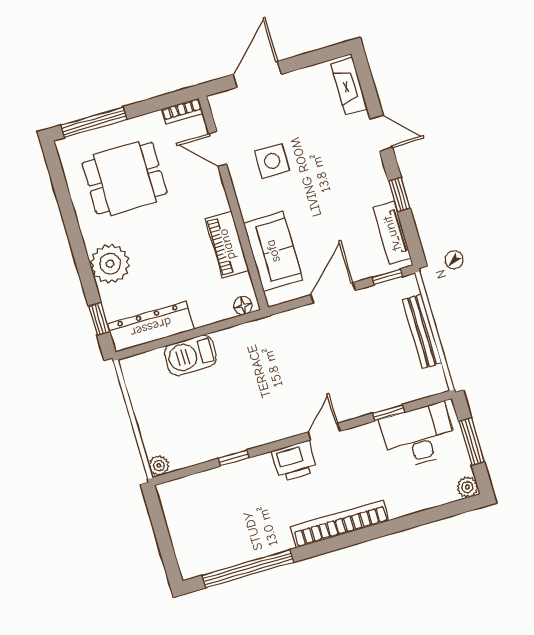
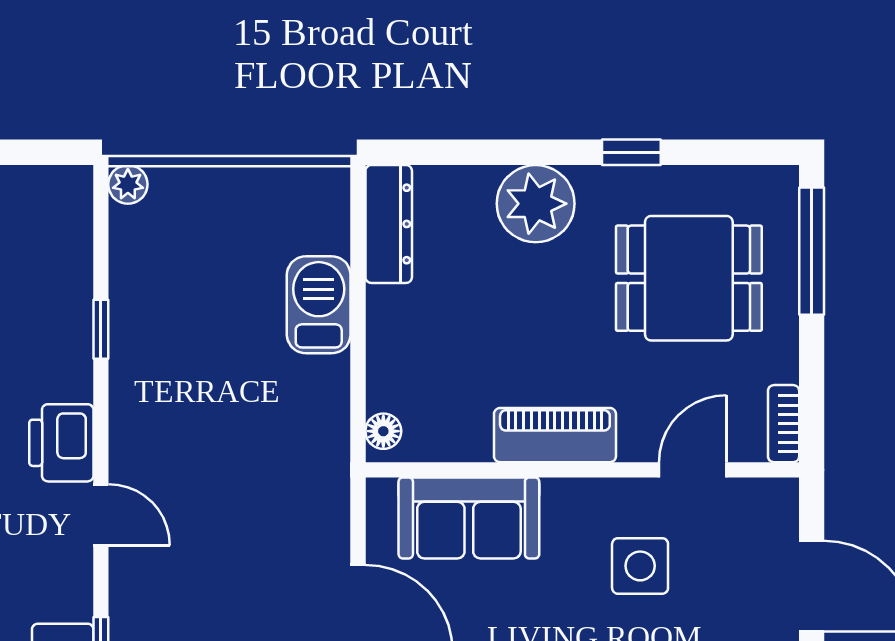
dining table: (125, 178) -> (689, 278), turned 90
piano: (227, 244) -> (555, 435), moved
window: (99, 319) -> (631, 152), moved
dresser: (151, 327) -> (389, 224), width x0.73, depth x0.80

